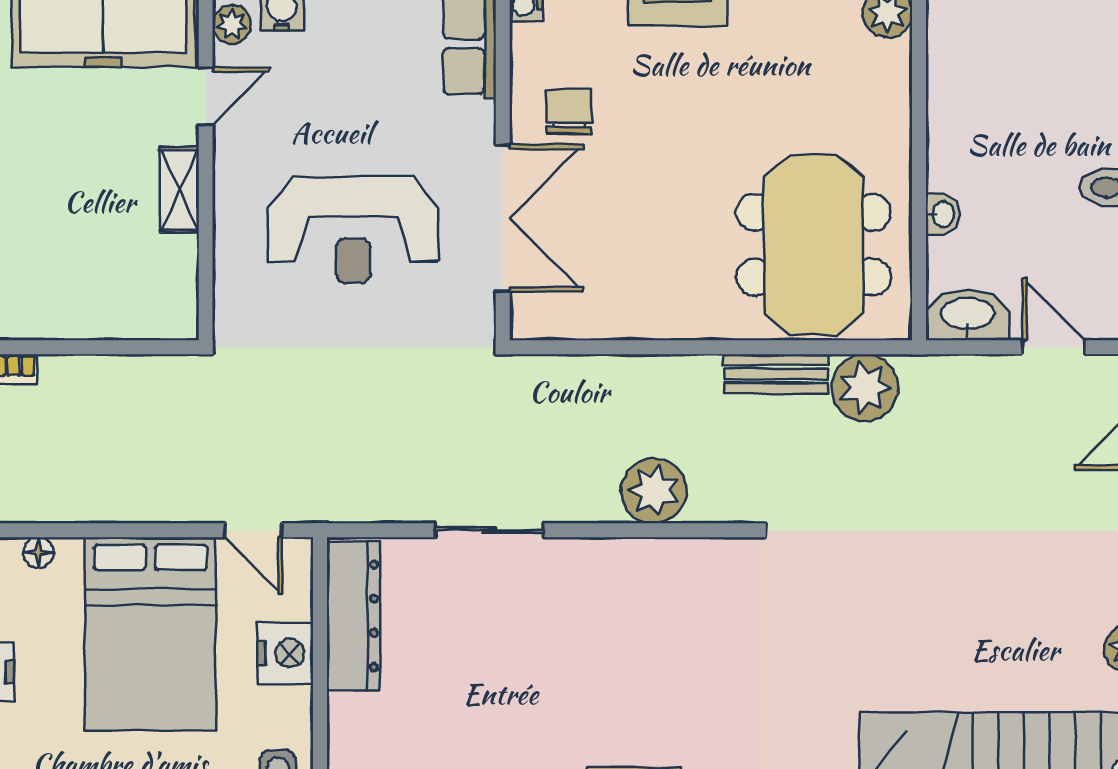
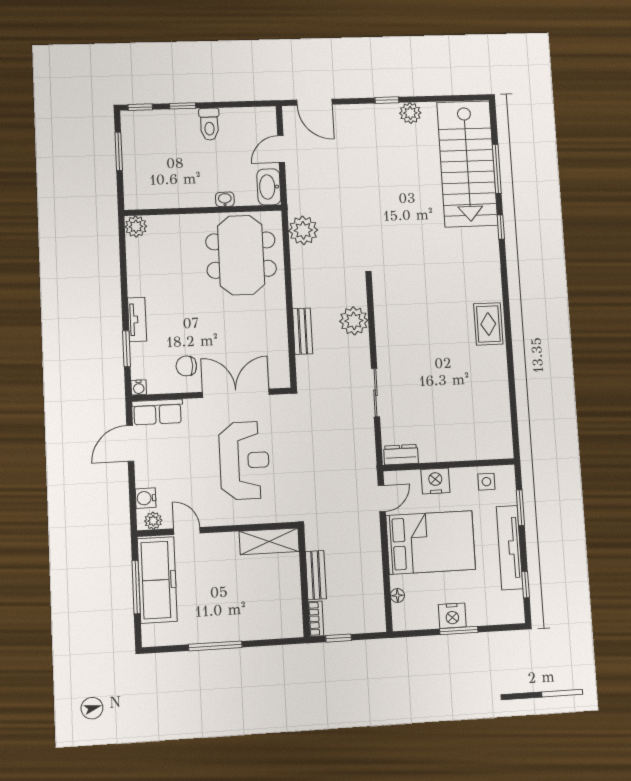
shelving: (179, 190) -> (269, 541), moved, width x1.50, depth x1.33
meeting table: (814, 245) -> (241, 255), turned 90
bench: (94, 374) -> (316, 575), added
bench: (776, 374) -> (303, 331), moved
dresser: (353, 616) -> (401, 455), width x0.51, depth x0.80

